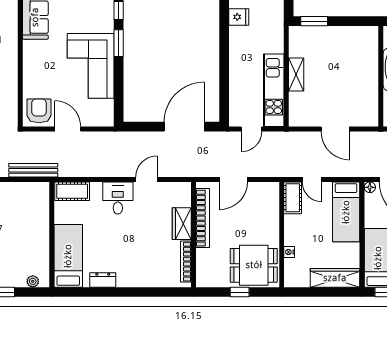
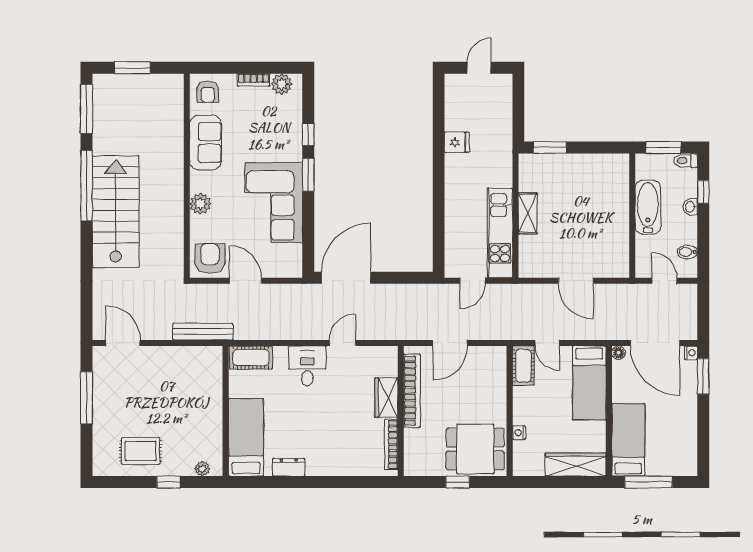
plant: (31, 67) -> (200, 204), added
door: (184, 127) -> (346, 278), moved

